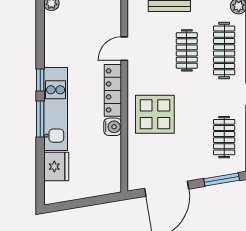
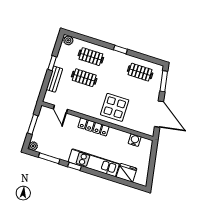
door: (124, 49) -> (60, 109), moved
clothes rail: (224, 50) -> (91, 57), width x0.73
window: (40, 119) -> (49, 158), moved
water cooler: (113, 127) -> (135, 140), moved

